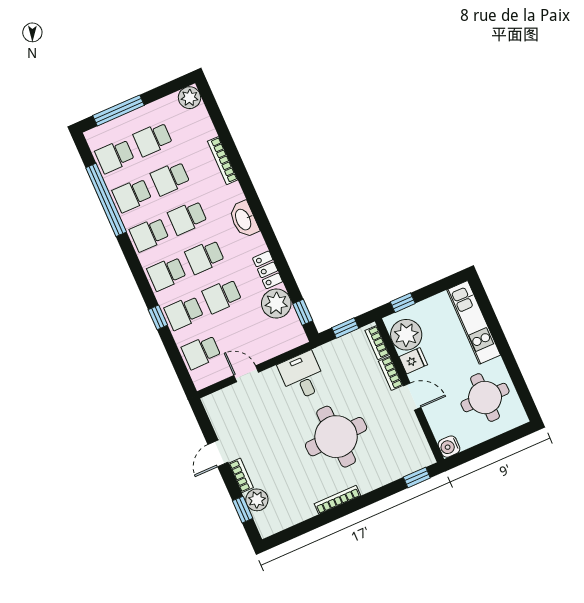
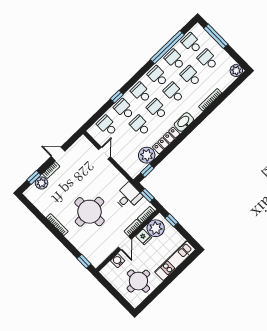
locker: (268, 270) -> (166, 140), width x1.53
desk: (302, 376) -> (128, 197), moved
water cooler: (449, 447) -> (118, 261), moved

